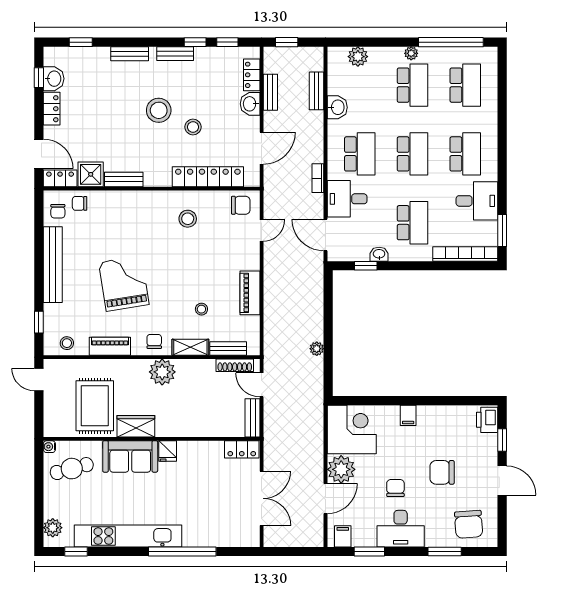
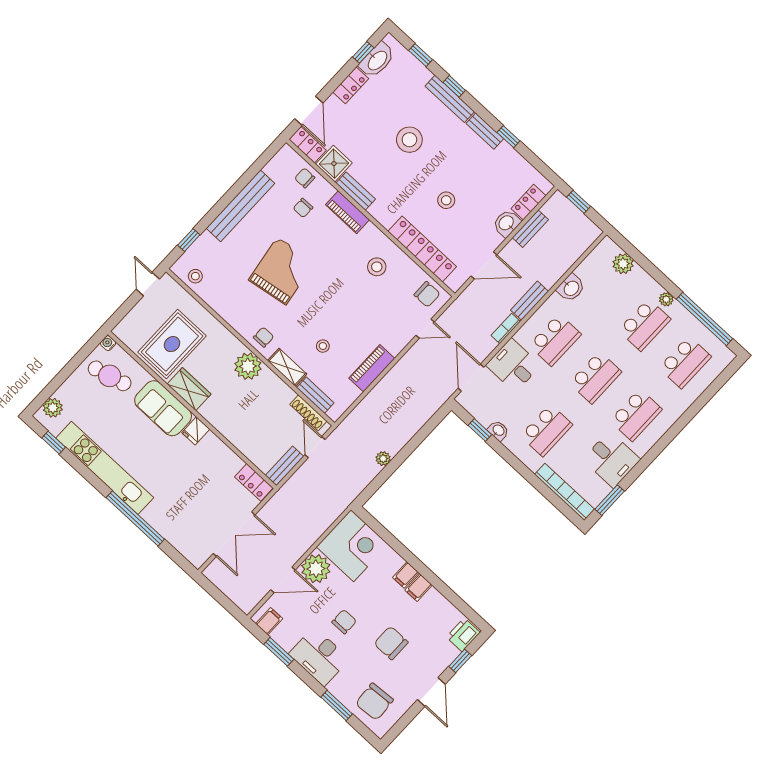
window: (227, 42) -> (454, 86), moved
bench: (130, 54) -> (450, 99), width x1.36
washbasin: (54, 79) -> (377, 60), width x1.38
bench: (317, 91) -> (530, 301), moved
stool: (159, 110) -> (409, 140), moved
chair: (58, 211) -> (303, 208), moved
piano: (110, 346) -> (348, 212), moved, turned 180
filing cabinet: (425, 416) -> (418, 588), added

